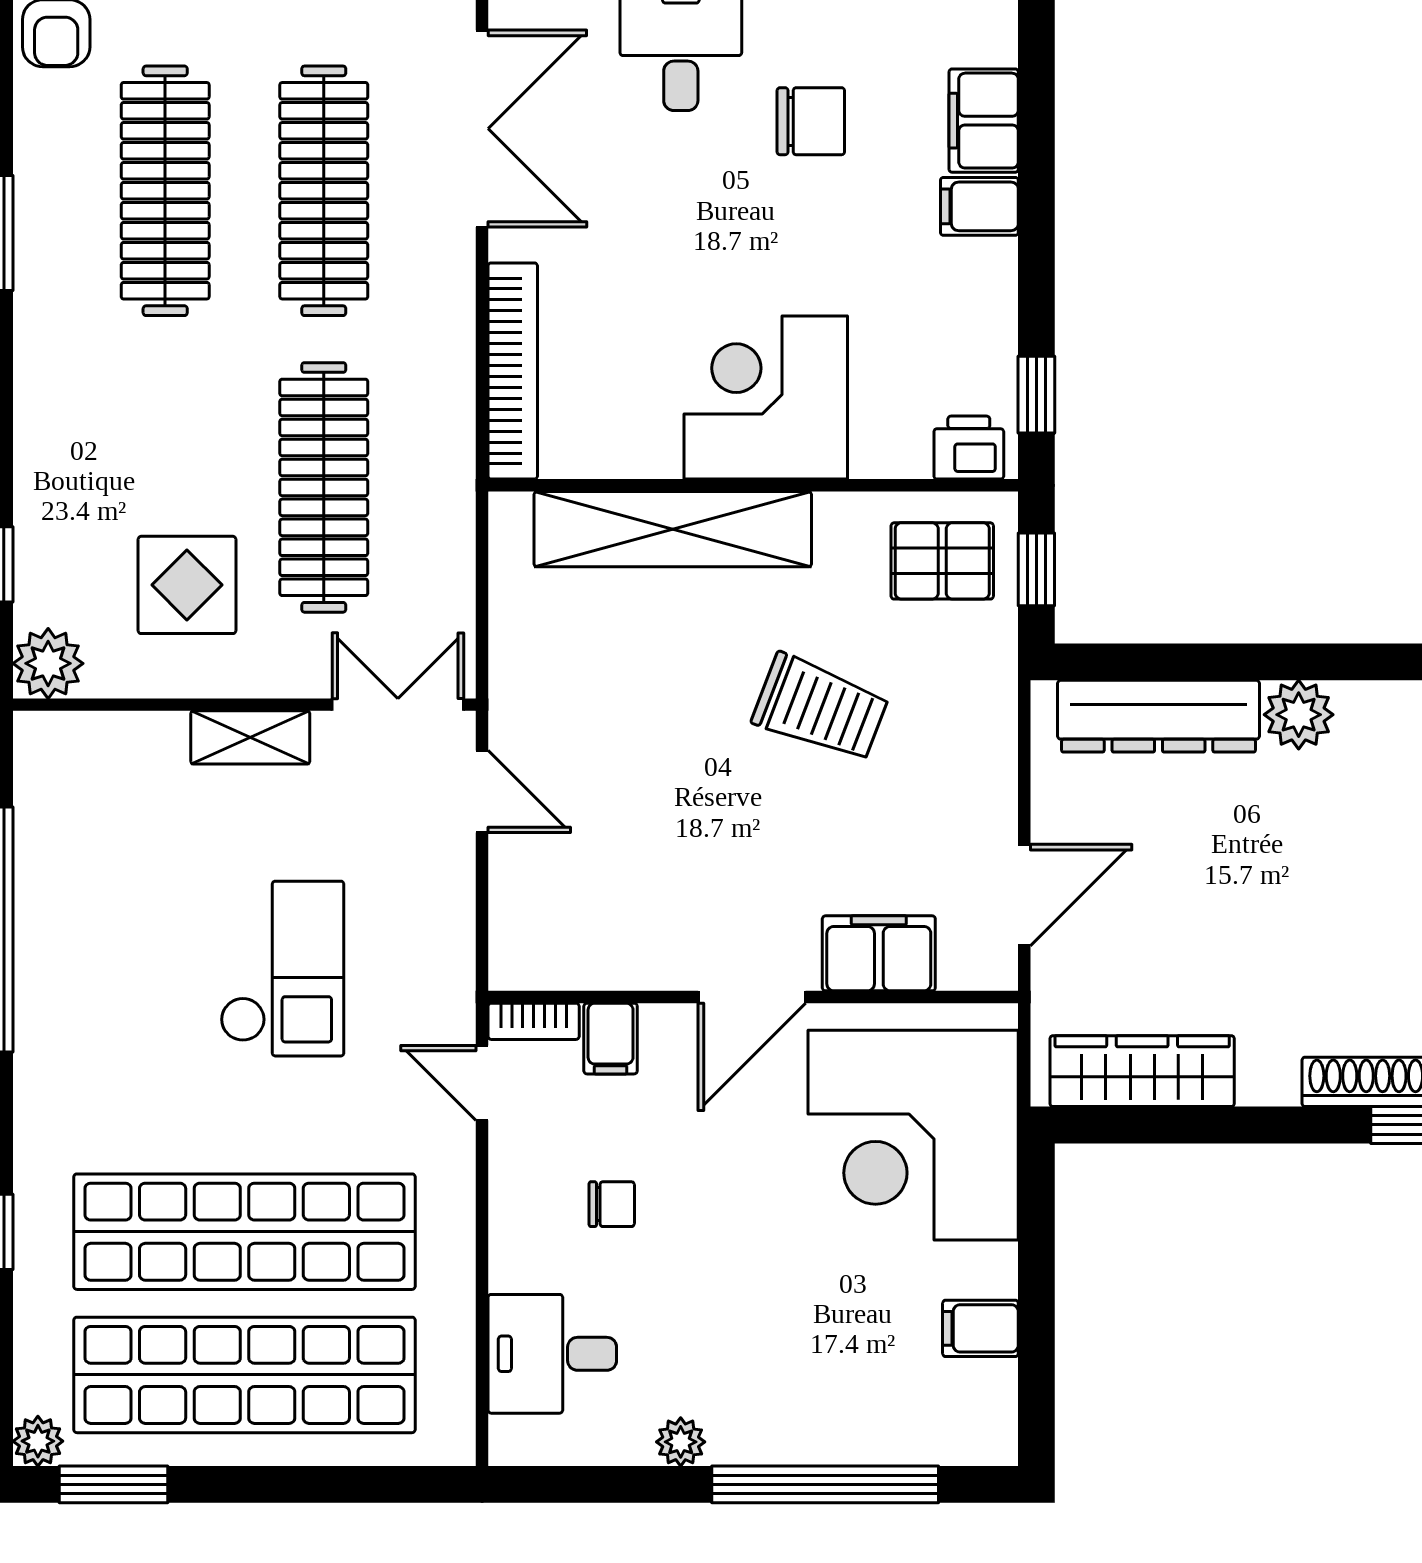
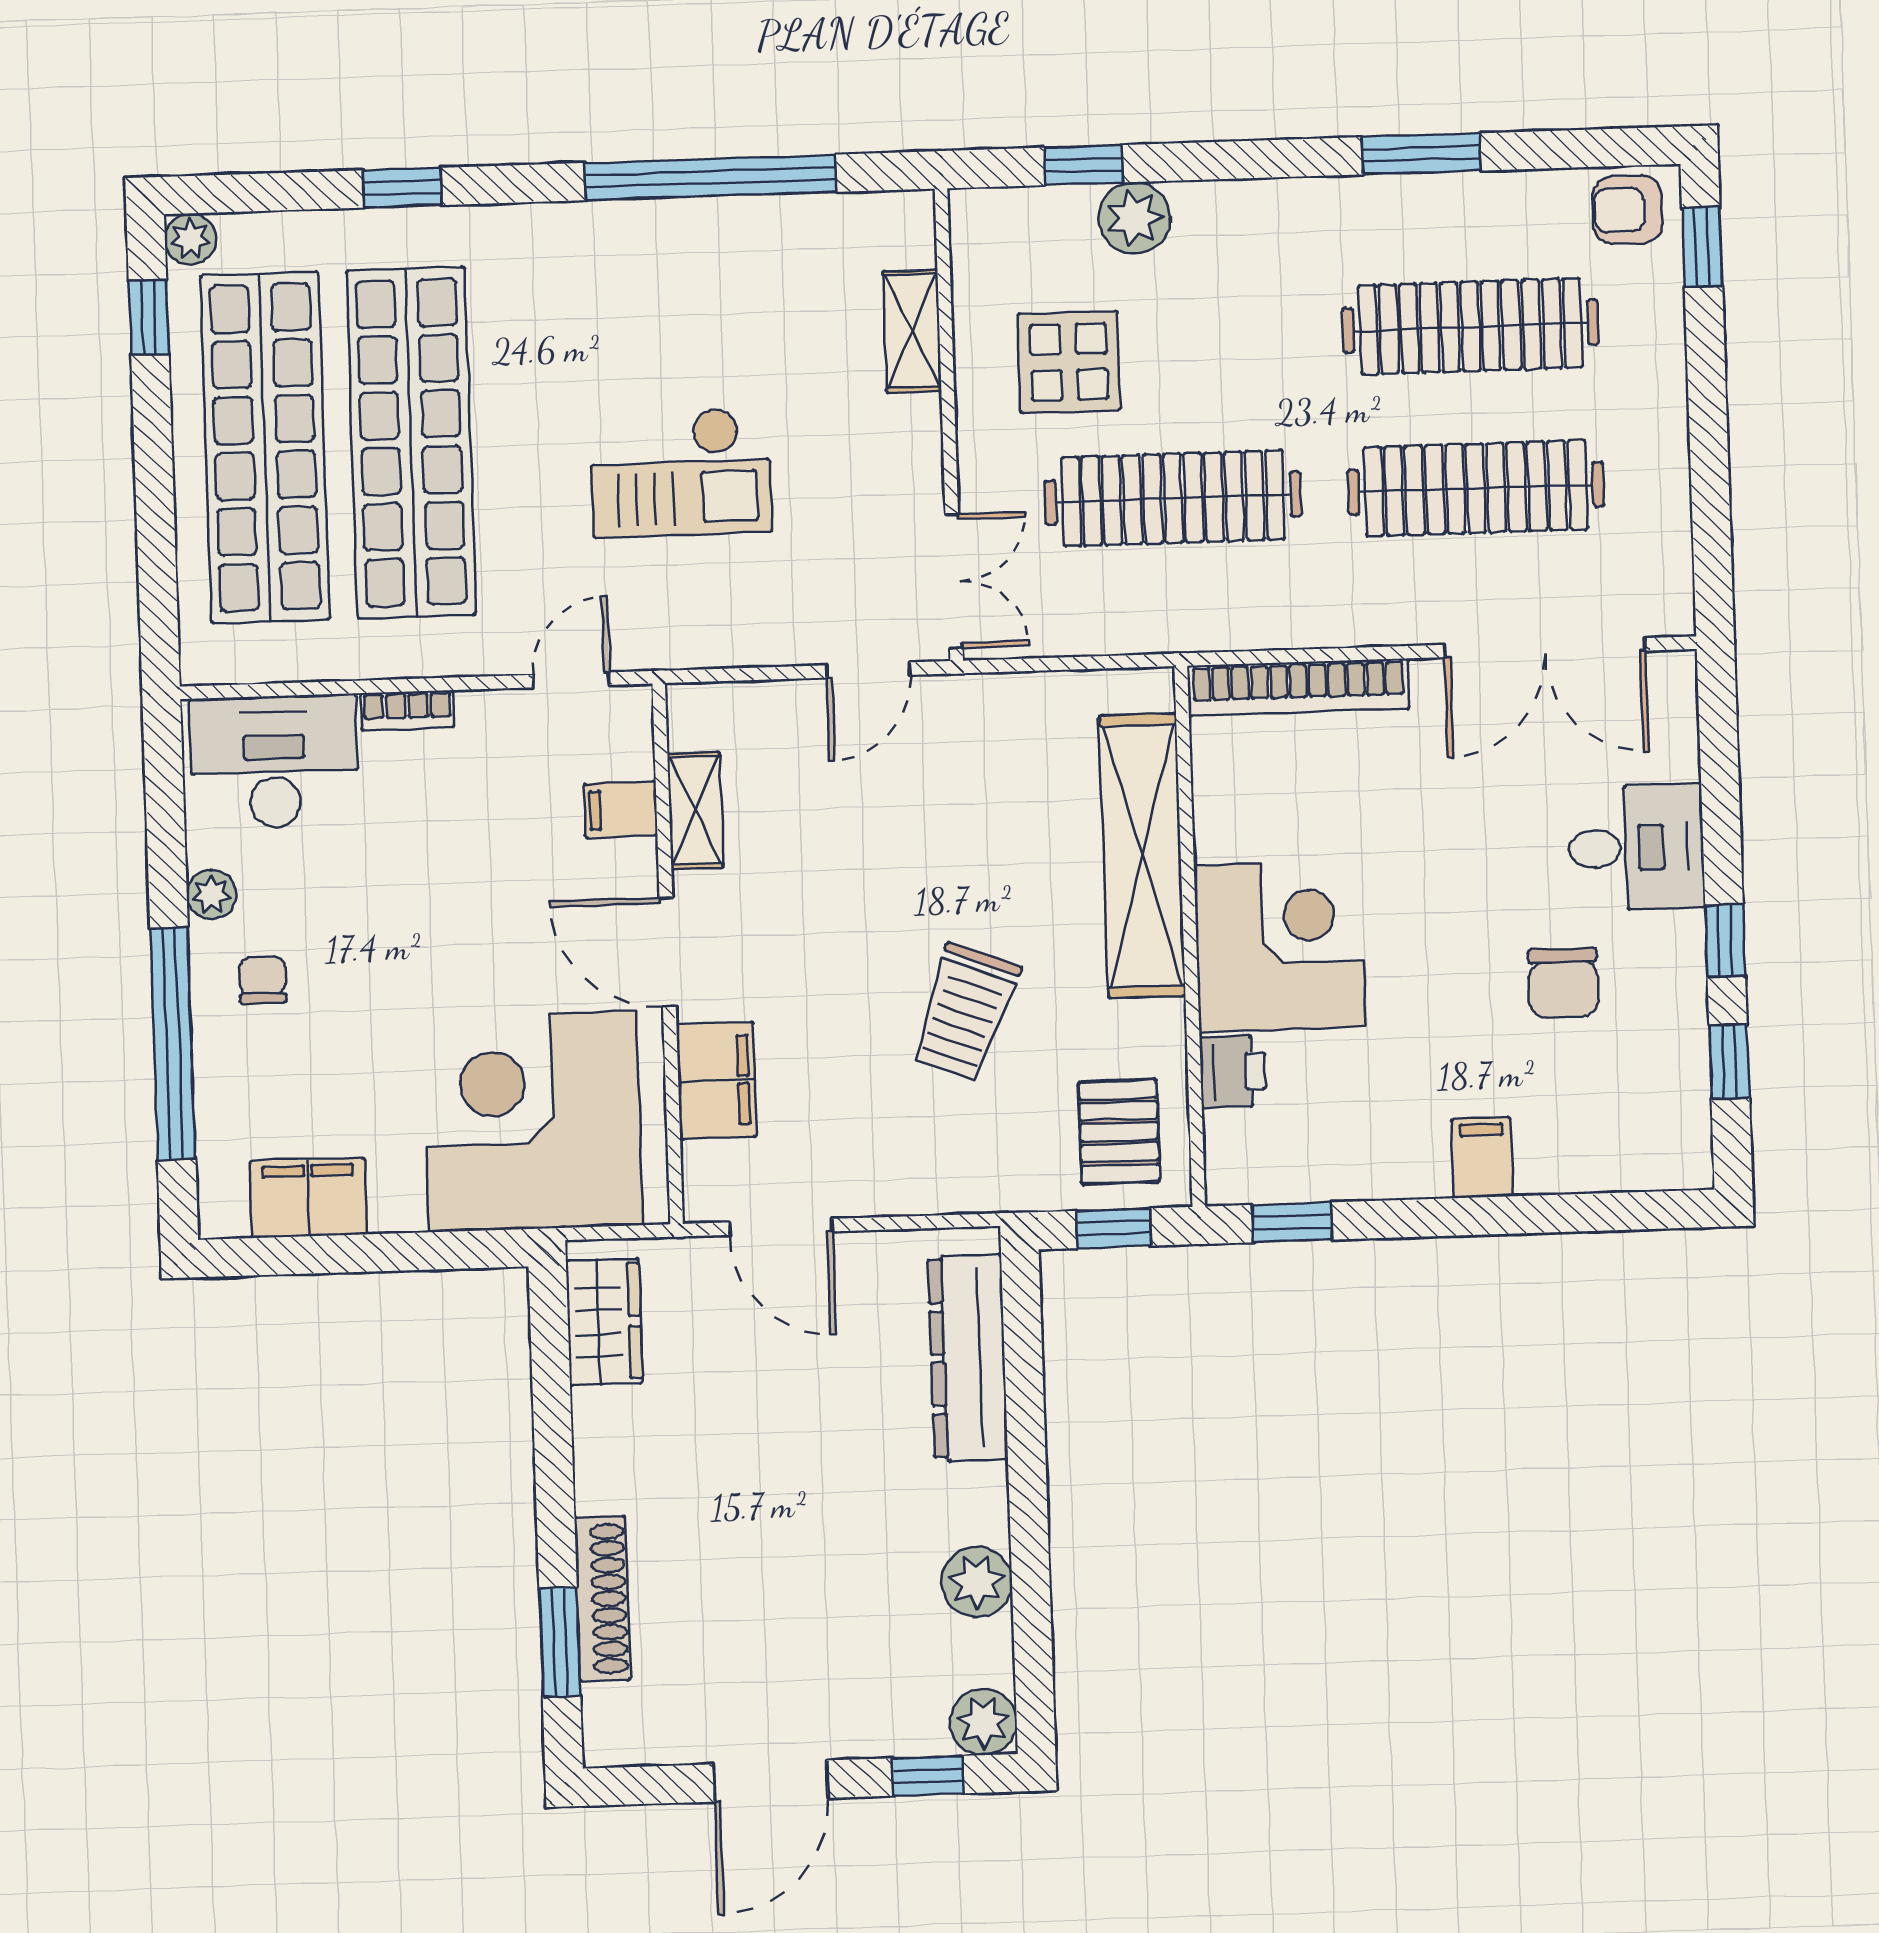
filing cabinet: (984, 121) -> (1570, 1159), removed
printer: (969, 448) -> (1233, 1072), moved
plant: (48, 663) -> (1134, 218), moved
plant: (1299, 715) -> (977, 1582), moved
shelving: (250, 737) -> (912, 331), moved
shelving: (614, 965) -> (695, 811), added
bookcase: (534, 1021) -> (407, 710), moved, turned -90
wardrobe: (1142, 1071) -> (604, 1322), width x0.67
chair: (612, 1204) -> (263, 980), moved, turned 180
filing cabinet: (980, 1328) -> (308, 1198), width x2.00
desk: (552, 1354) -> (274, 762), width x1.37
window: (114, 1484) -> (149, 317), width x0.67

